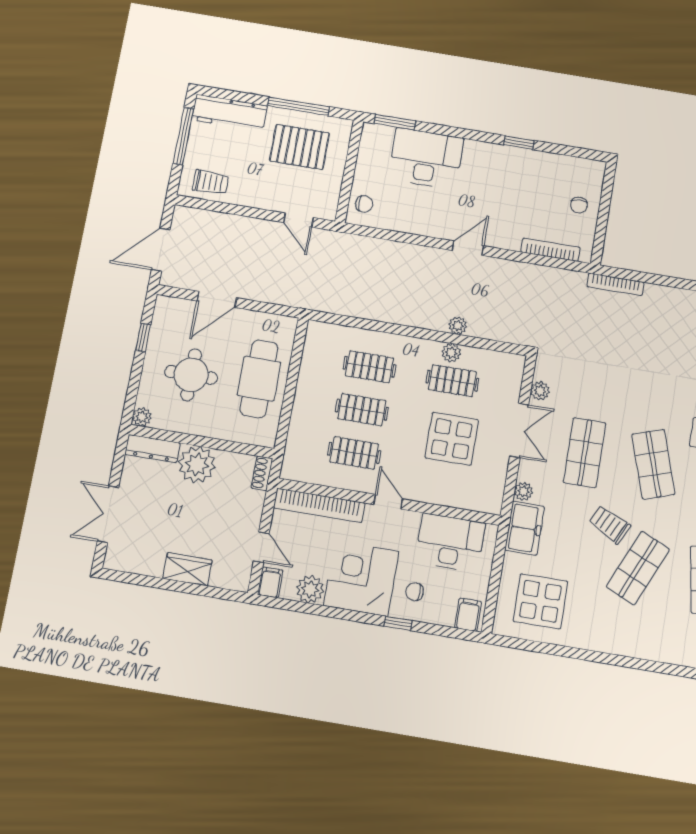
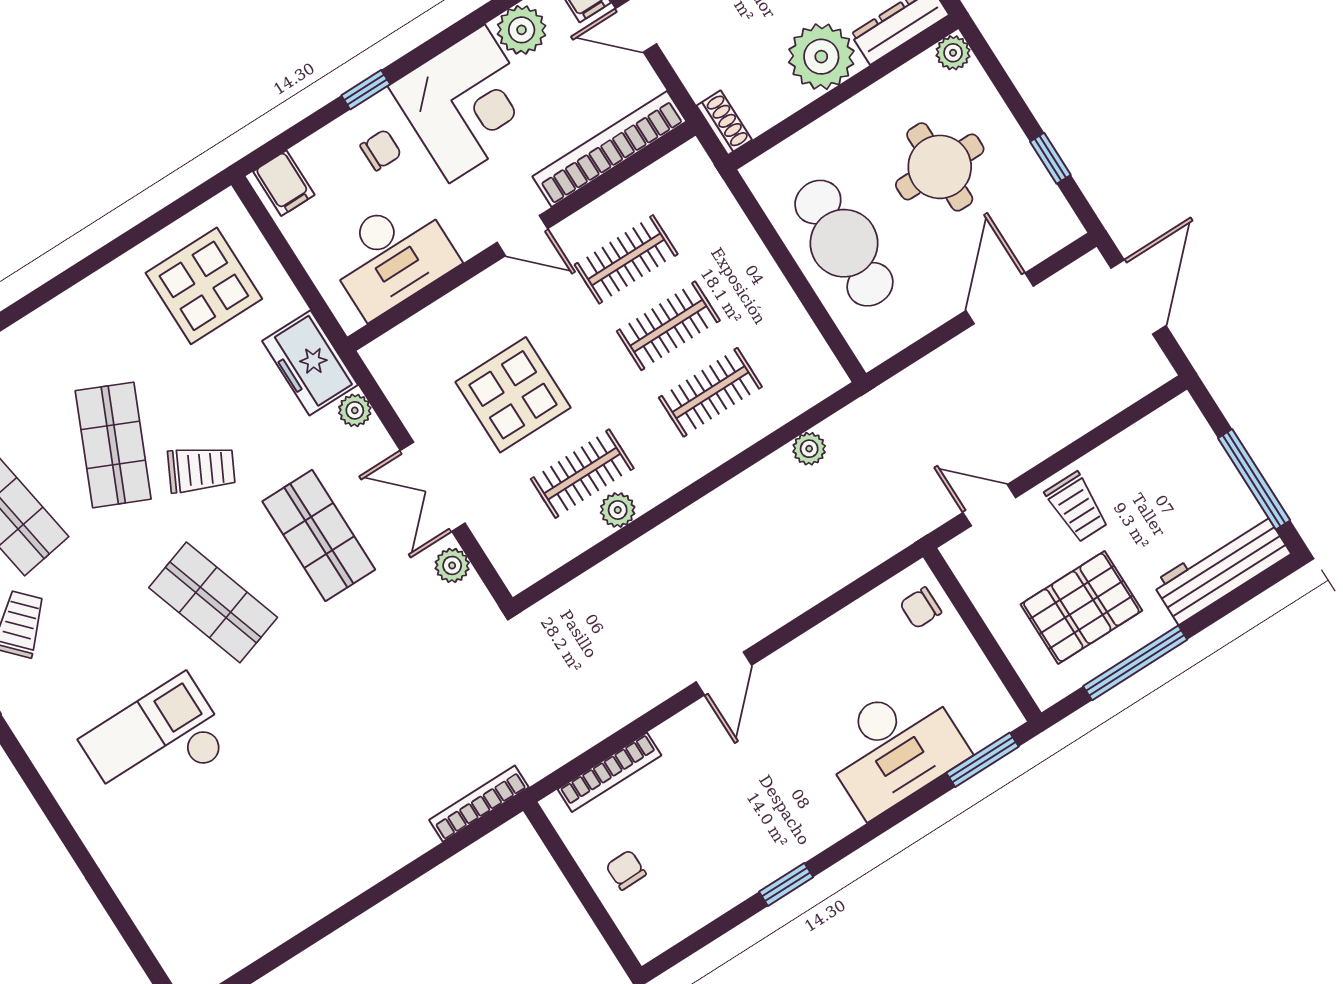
trolley: (211, 182) -> (1077, 507), moved, turned -90
plant: (458, 326) -> (809, 449), moved

